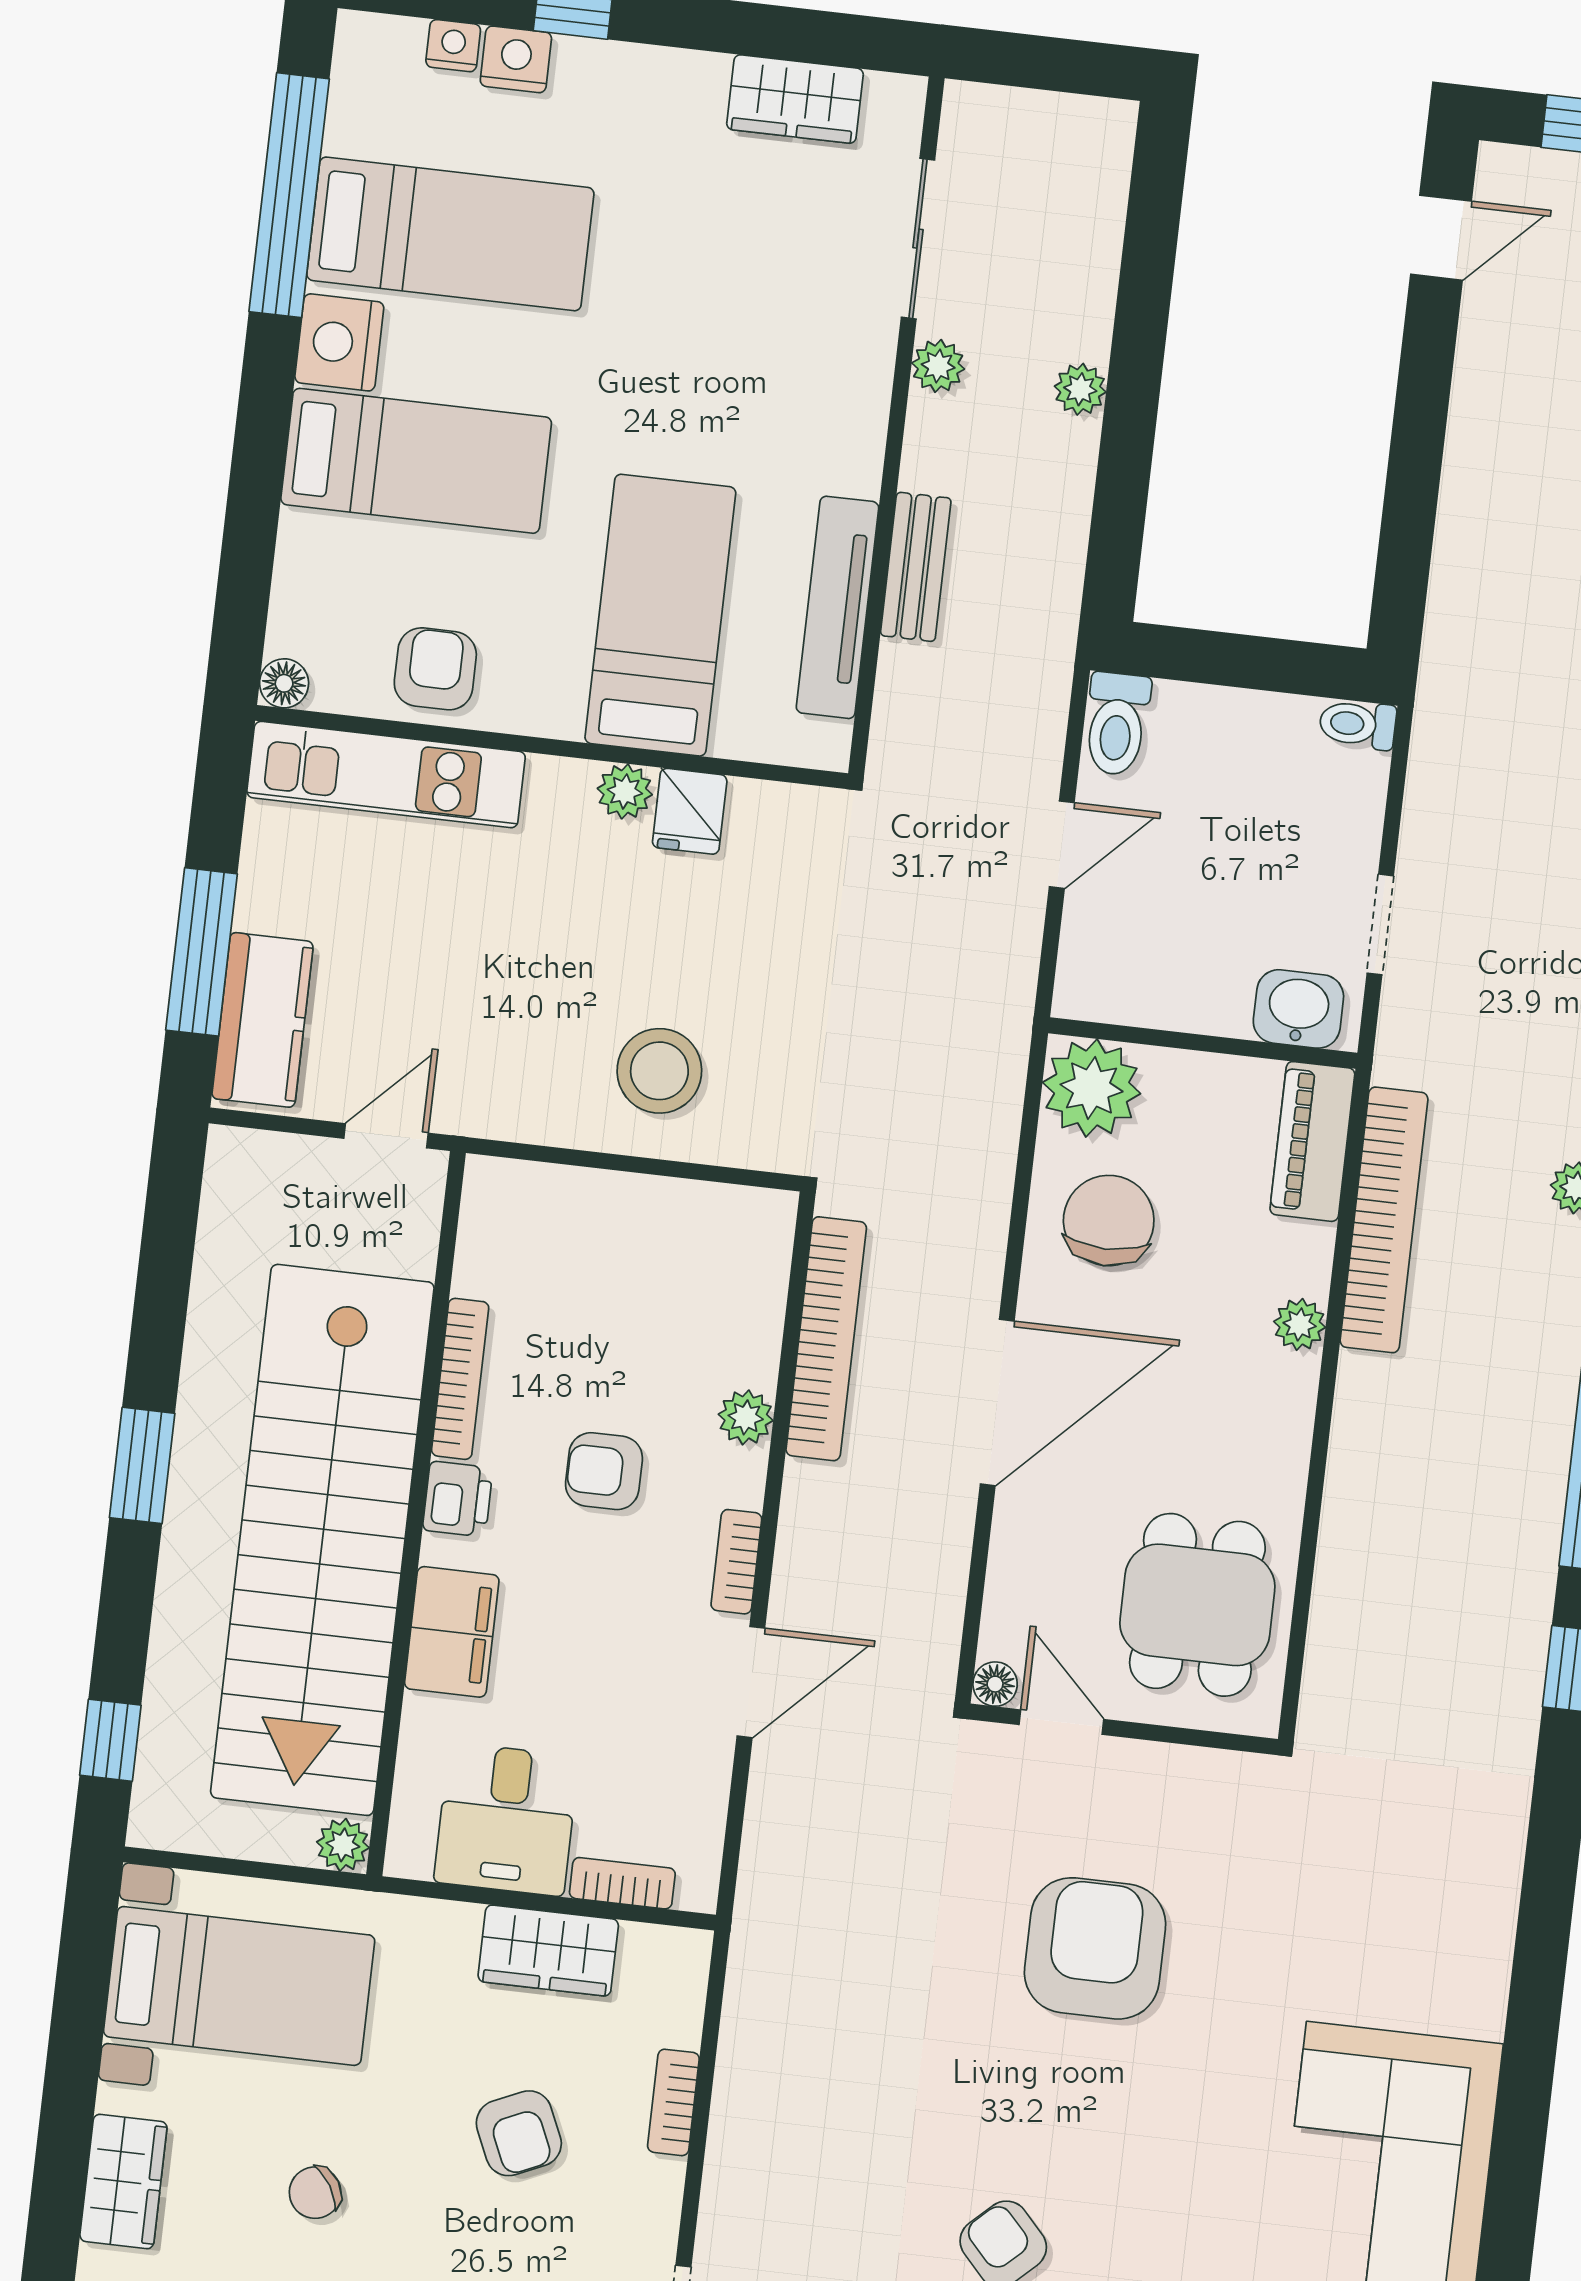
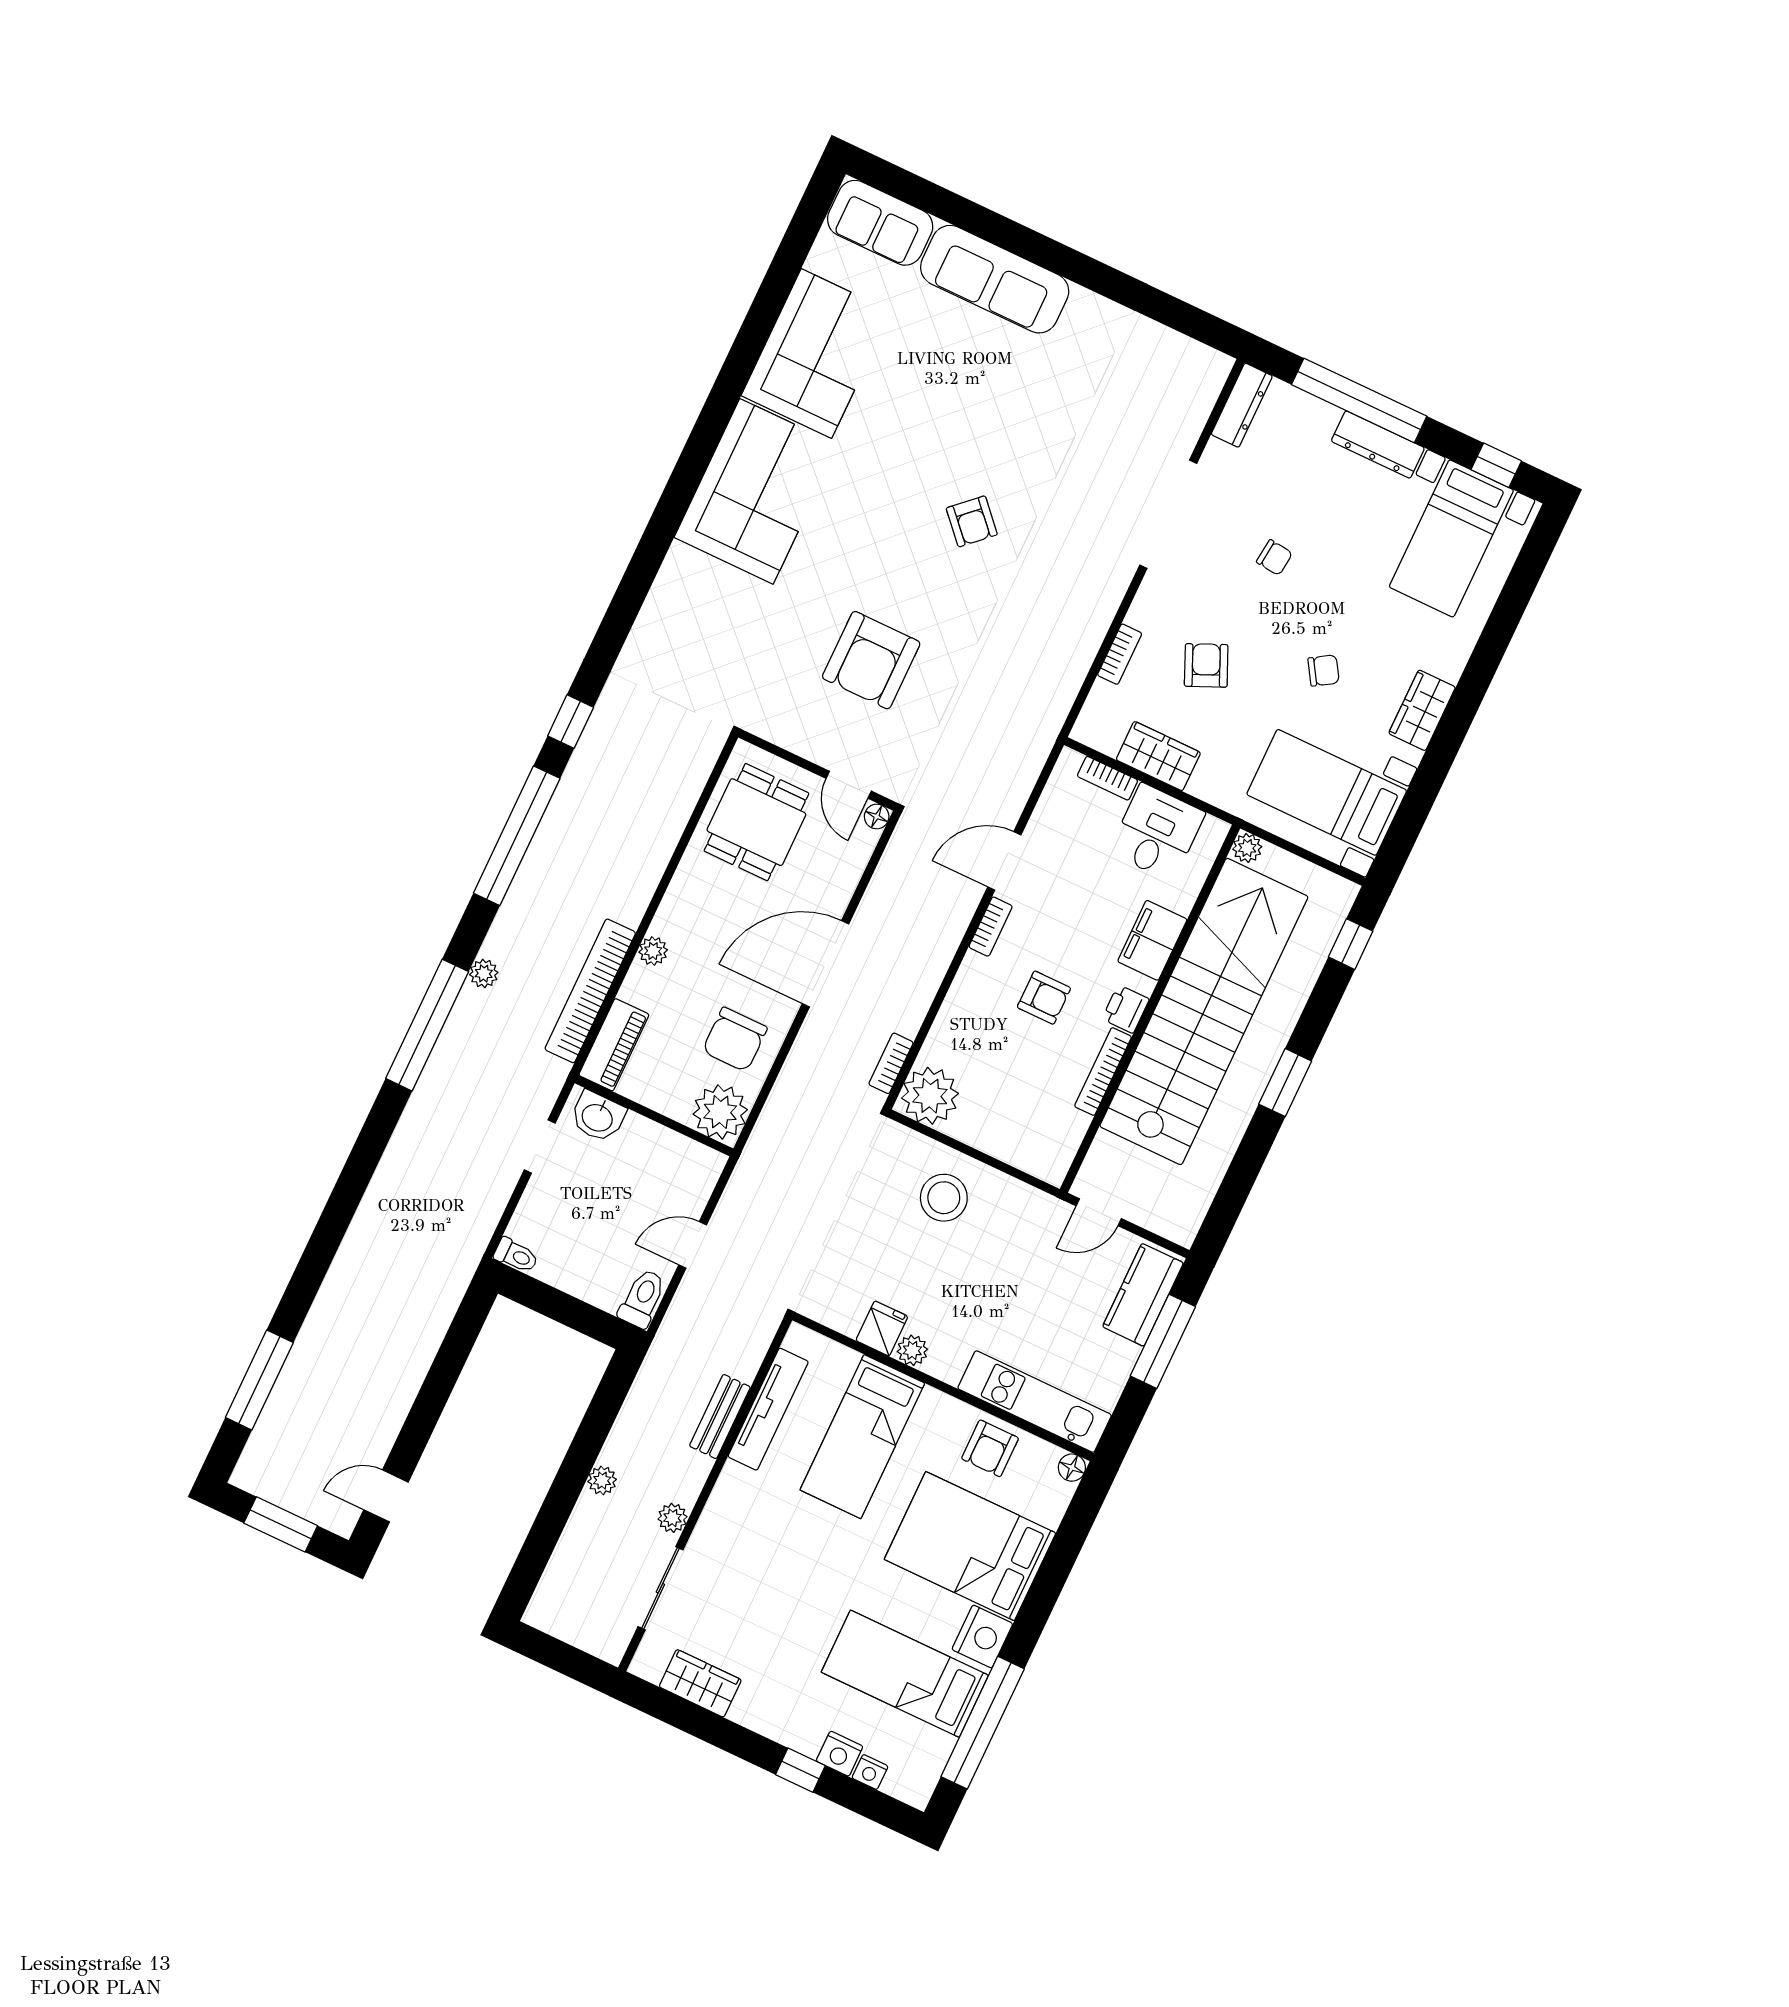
bed: (416, 461) -> (970, 1546), width x1.50
bookcase: (826, 1339) -> (891, 1063), width x0.43, depth x0.76
plant: (746, 1417) -> (930, 1096), moved, width x1.88, depth x1.88

